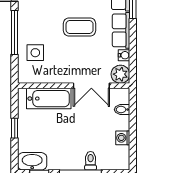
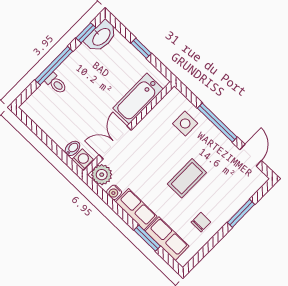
coffee table: (80, 27) -> (187, 178), moved
washing machine: (123, 138) -> (82, 159), moved

